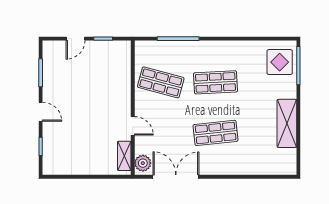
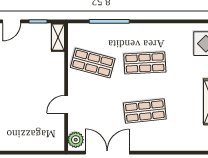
door: (133, 126) -> (66, 104), swing flipped
shelving: (124, 156) -> (58, 37), moved

